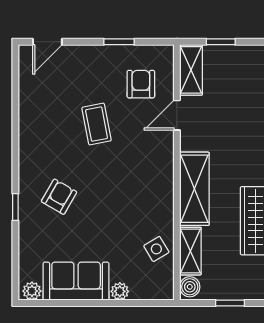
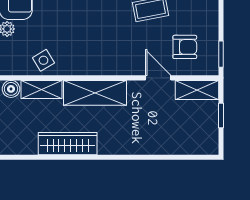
window: (119, 42) -> (221, 54), moved

